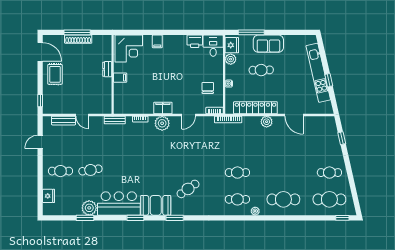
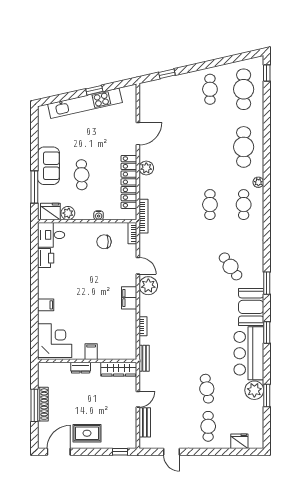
wardrobe: (106, 100) -> (119, 369), added
plant: (162, 123) -> (148, 286), moved

